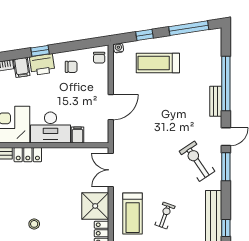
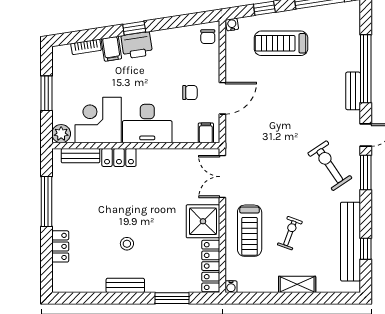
chair: (71, 67) -> (190, 93), moved
filing cabinet: (78, 135) -> (206, 133), moved

